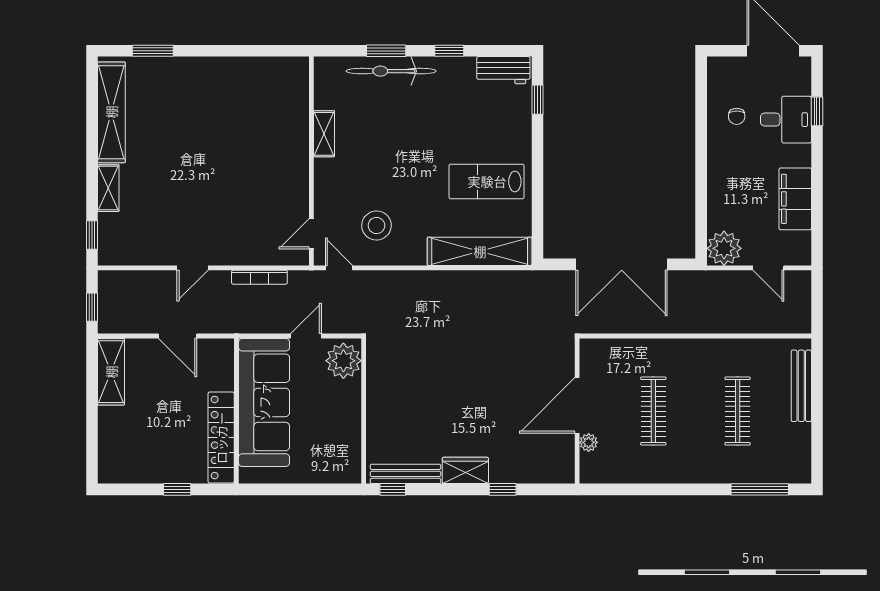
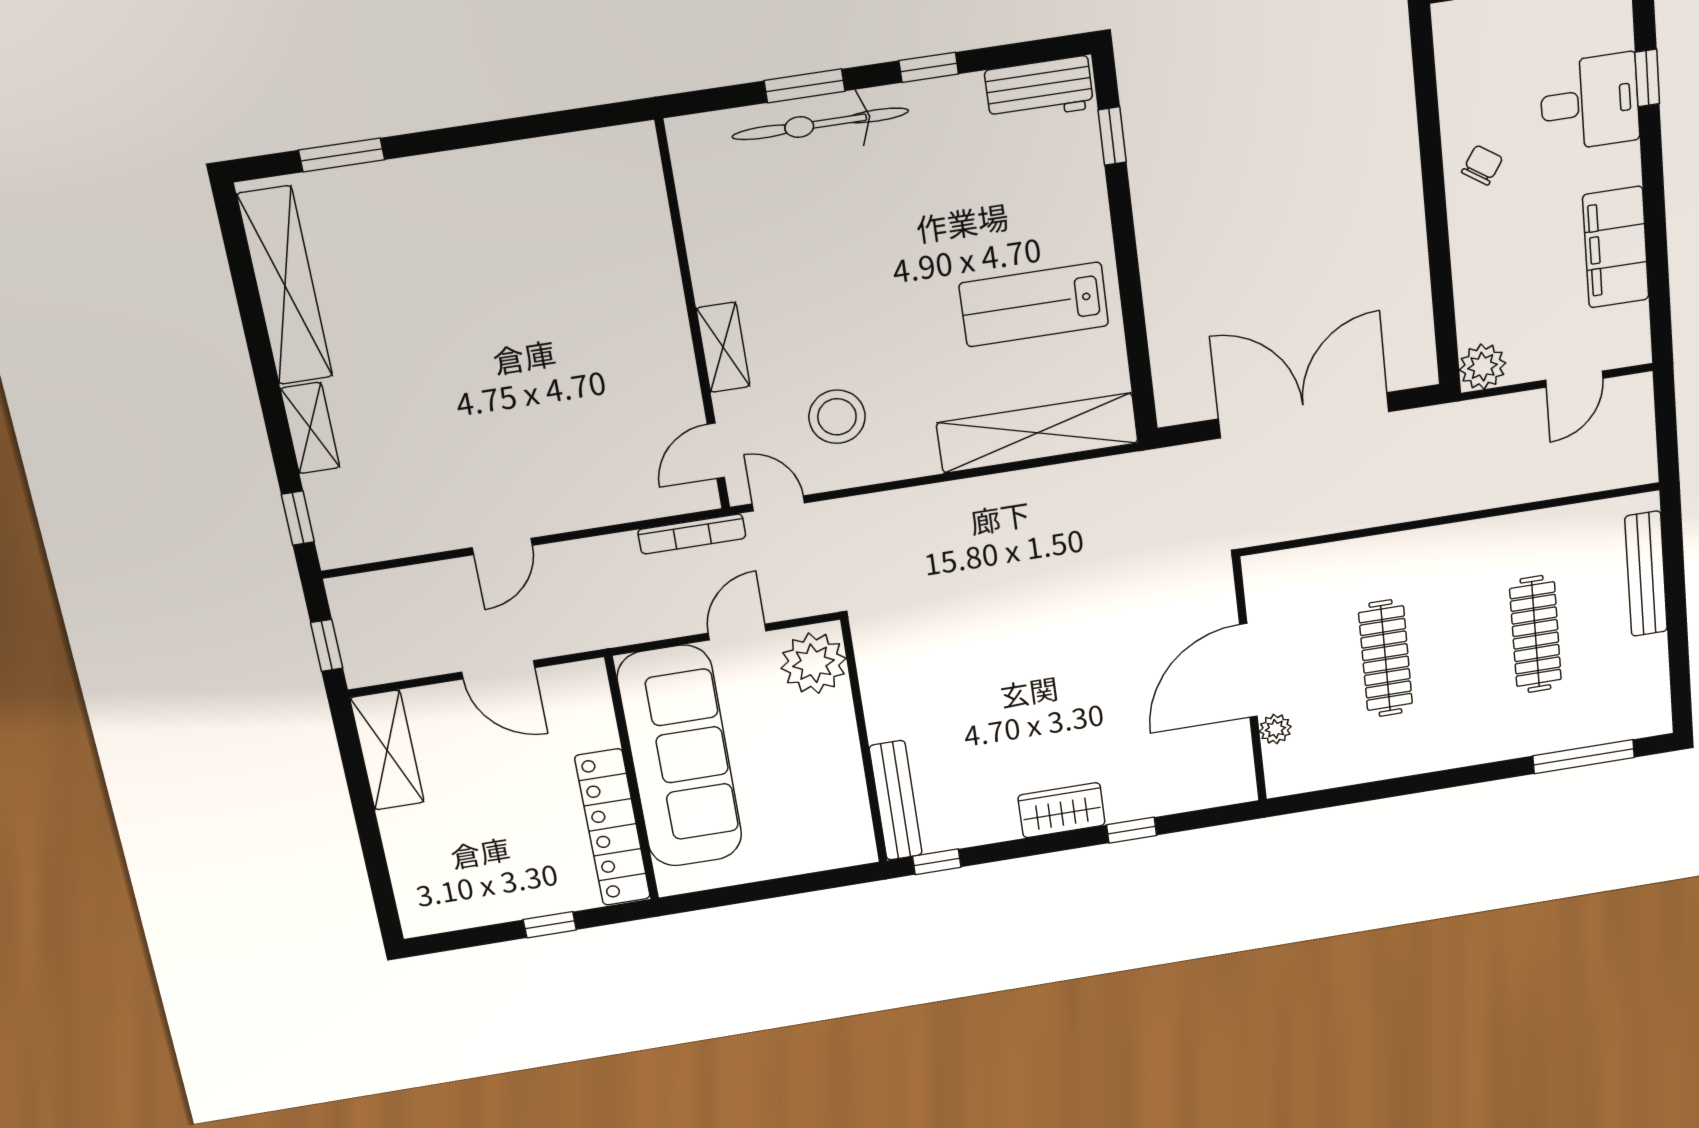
chair: (737, 116) -> (1482, 165), moved, turned -146
shelving: (324, 134) -> (723, 347), moved
plant: (724, 248) -> (1482, 367), width x0.73, depth x0.73
double door: (622, 264) -> (1304, 415), swing flipped
door: (768, 268) -> (1574, 379), hinge flipped
bookcase: (259, 277) -> (692, 534), moved
bench: (405, 474) -> (896, 800), moved, turned 90

